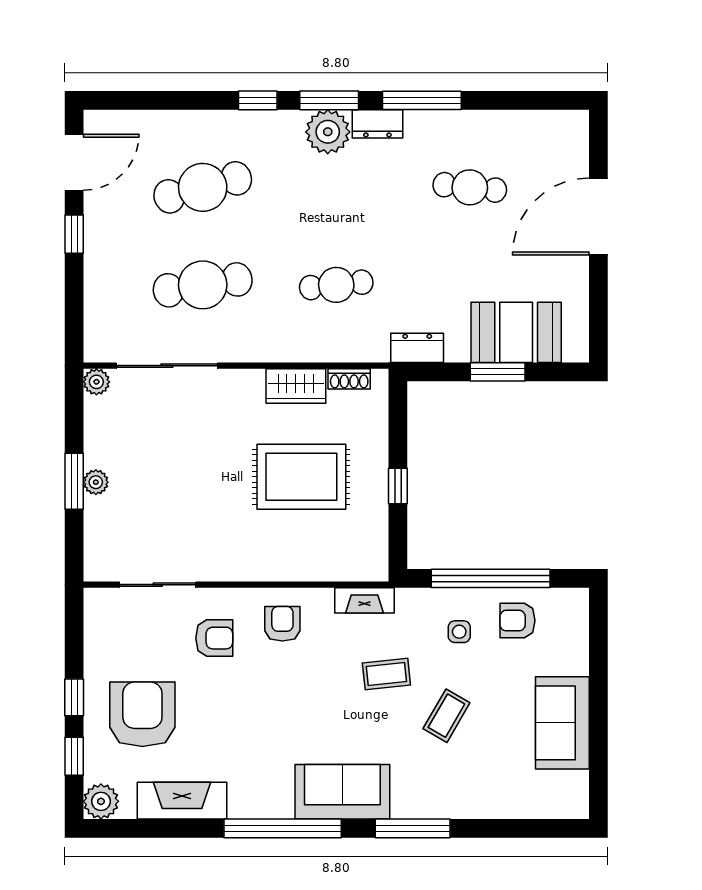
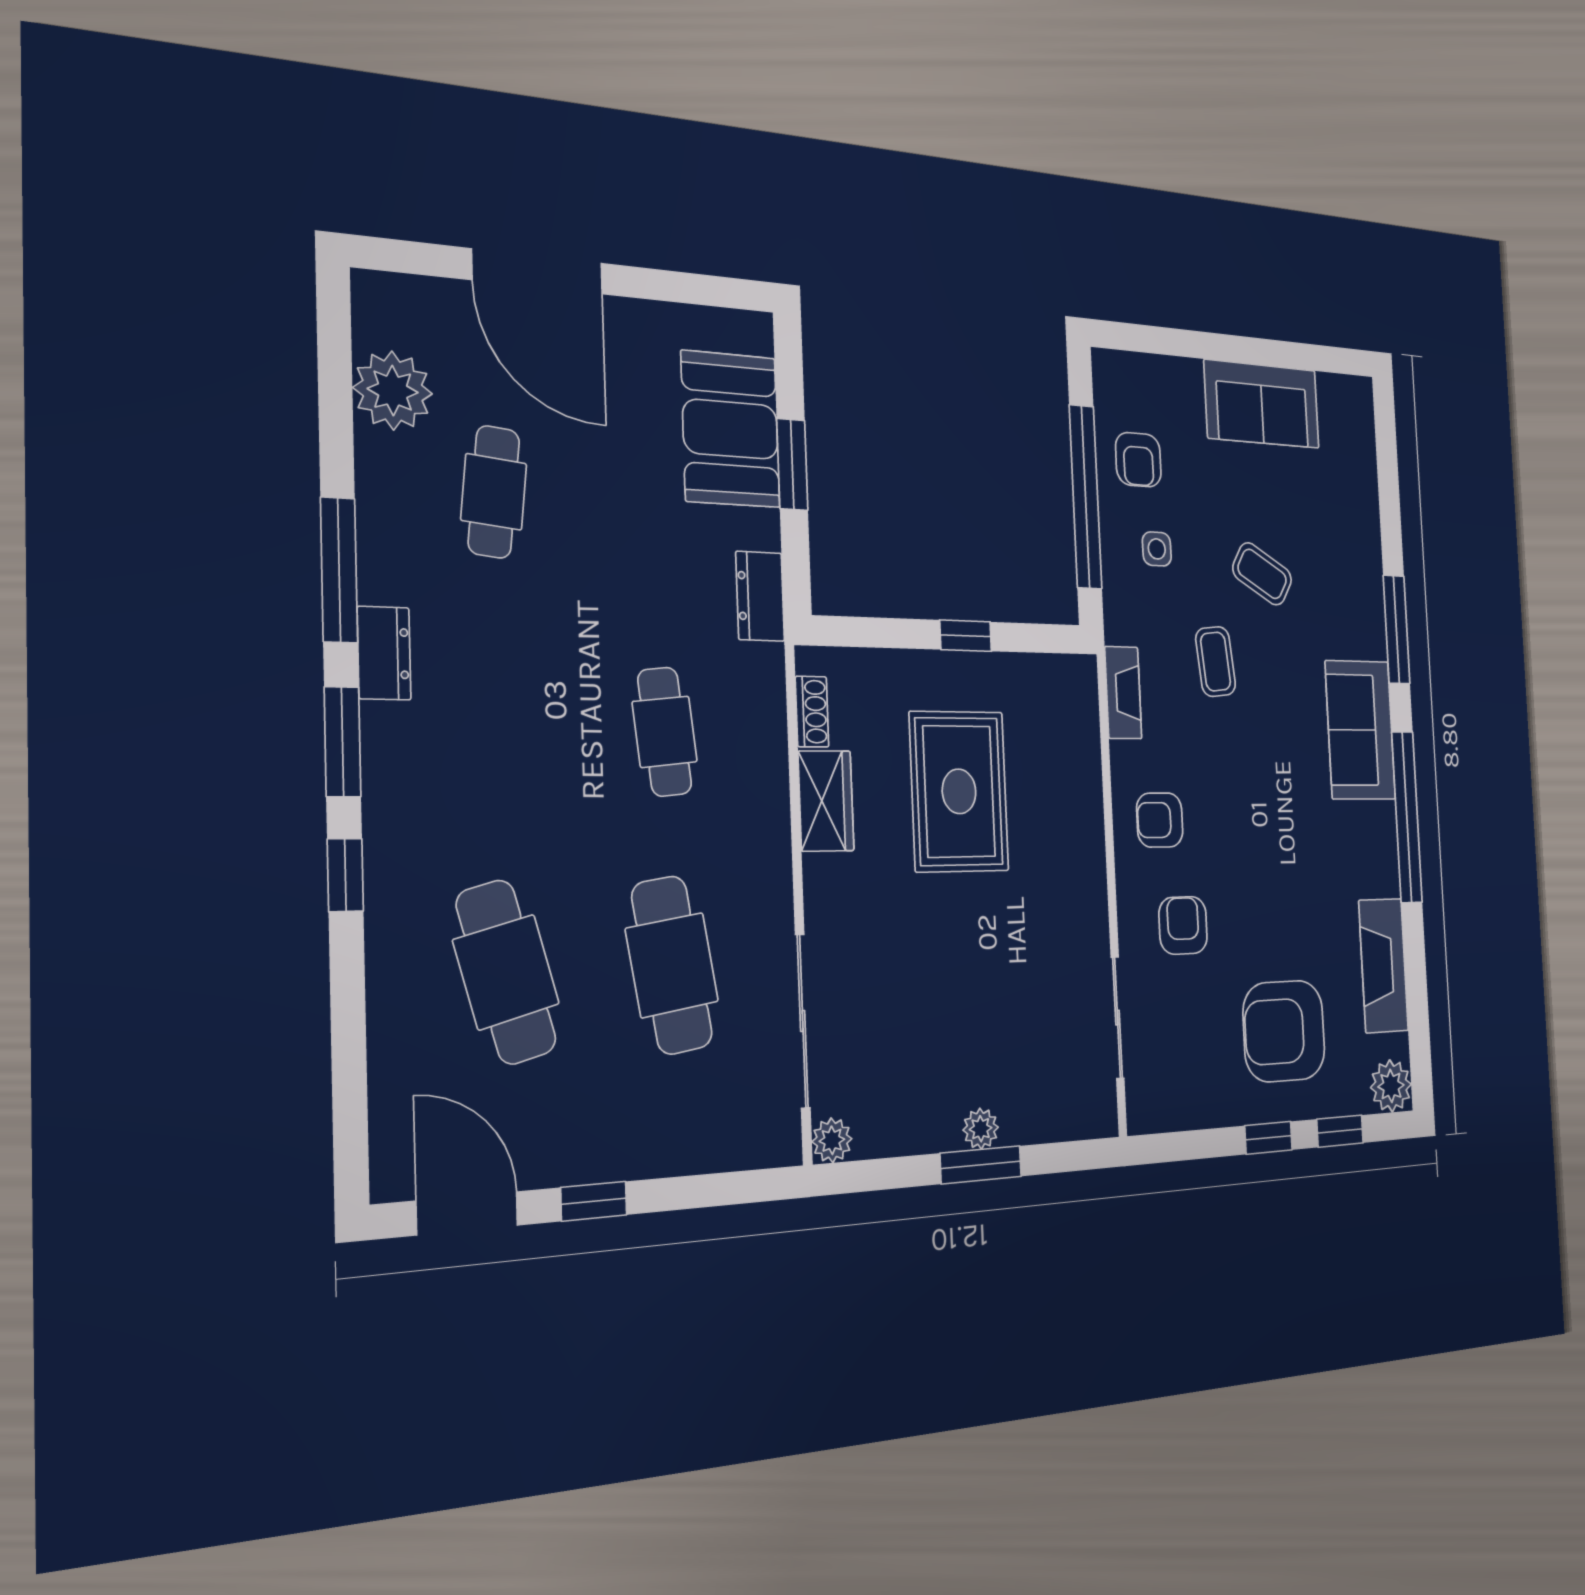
plant: (328, 132) -> (393, 391), moved

